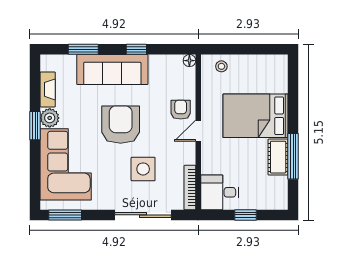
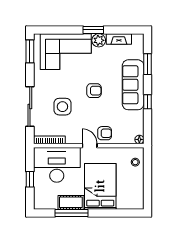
armchair: (121, 125) -> (94, 91), width x0.53, depth x0.53
desk: (220, 192) -> (57, 165), width x1.87, depth x1.30

